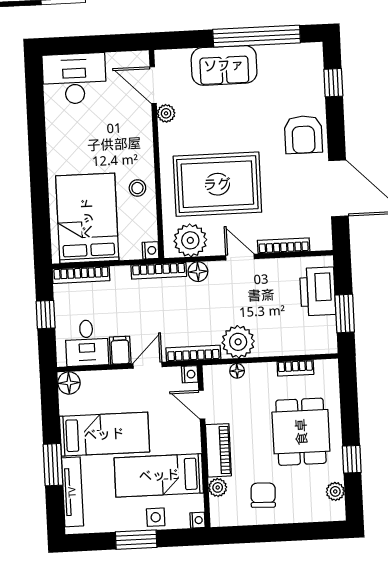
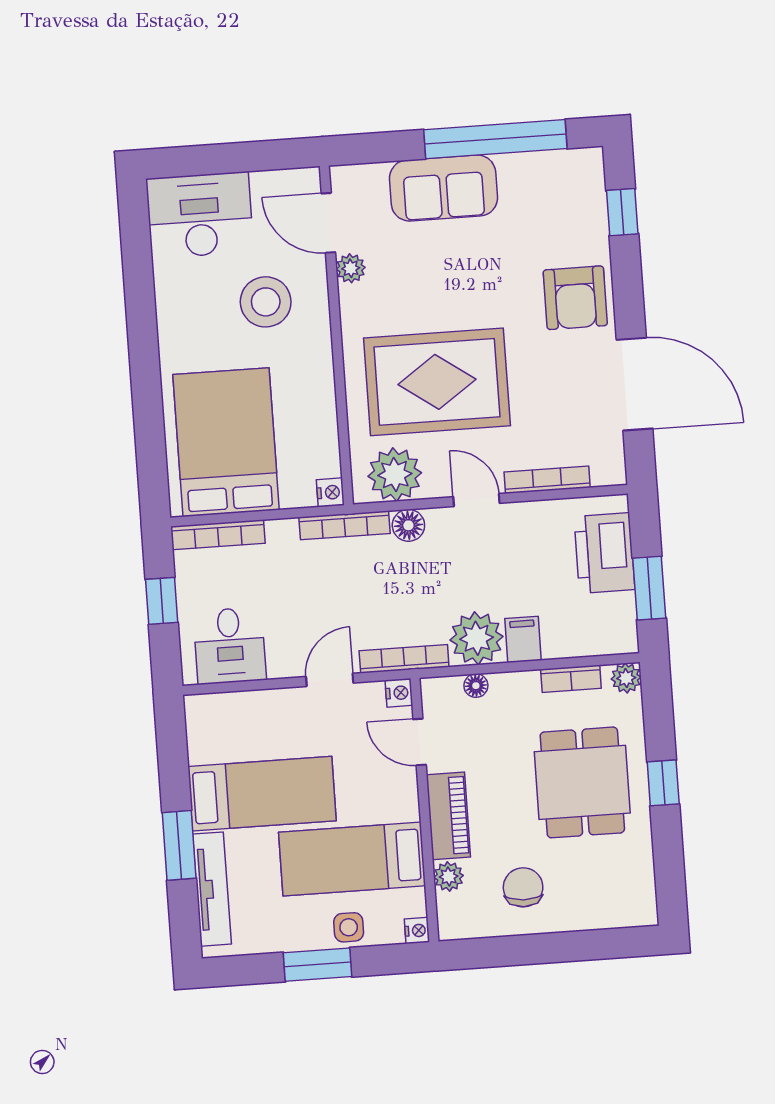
stool: (137, 188) -> (266, 302), moved, width x1.89, depth x1.89
filing cabinet: (120, 350) -> (523, 639), moved
floor lamp: (69, 383) -> (202, 712), removed
window: (352, 459) -> (663, 783), moved
plant: (335, 491) -> (626, 678), moved

